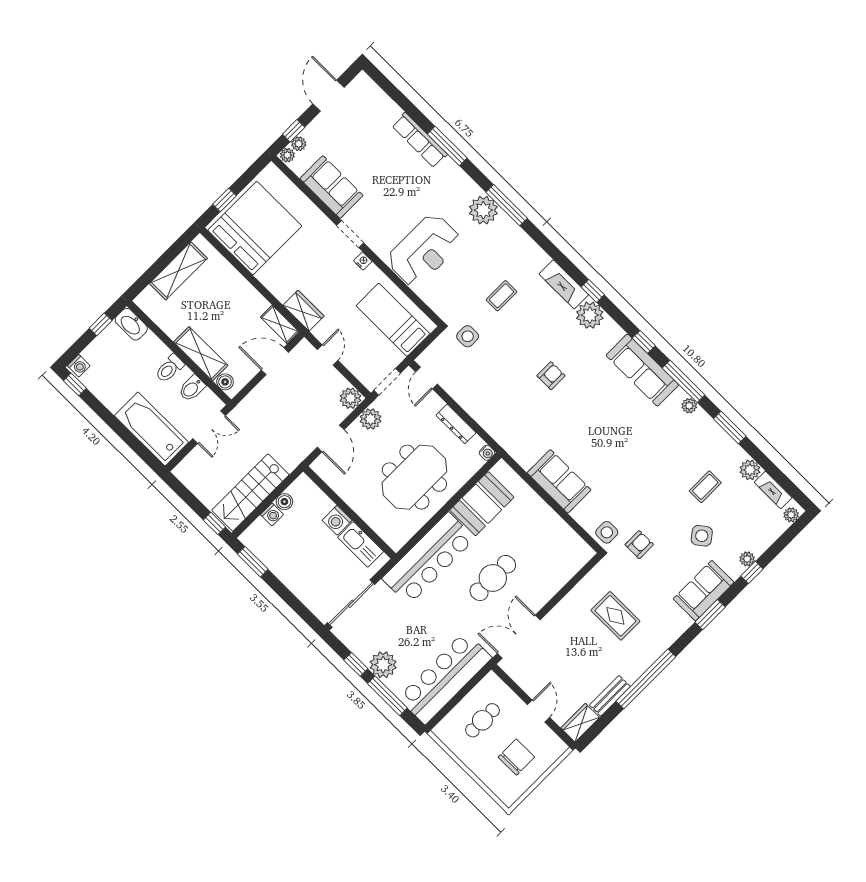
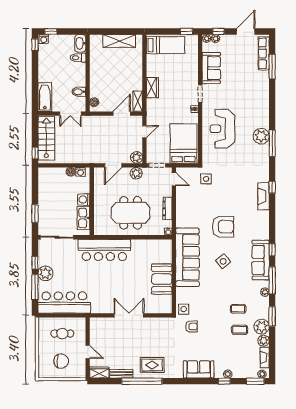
row of seats: (420, 140) -> (264, 53), moved
window: (447, 146) -> (272, 67), moved
window: (224, 200) -> (187, 31), moved
bed: (255, 228) -> (166, 45), width x0.49
reception desk: (424, 250) -> (223, 129), turned 90
window: (593, 291) -> (272, 187), moved
coffee table: (502, 296) -> (238, 309), moved
wardrobe: (304, 311) -> (152, 87), moved
plant: (590, 315) -> (262, 327), moved
bed: (393, 320) -> (183, 143), width x1.50
window: (101, 324) -> (51, 31), moved
shelving: (201, 354) -> (96, 82), removed
door: (275, 361) -> (122, 114), hinge flipped
toilet: (170, 368) -> (78, 58), moved
armchair: (551, 376) -> (223, 227), width x1.88, depth x1.88
door: (427, 378) -> (174, 179), swing flipped
bathtub: (151, 429) -> (45, 97), width x0.73, depth x0.73
sofa: (559, 481) -> (188, 257), width x1.85, depth x1.27
stairs: (250, 493) -> (46, 138), moved, turned 90
booth: (482, 504) -> (162, 279), moved, turned 90
washing machine: (272, 514) -> (80, 172), moved
side table: (702, 536) -> (223, 261), moved
window: (253, 562) -> (35, 214), moved
cafe table: (493, 578) -> (122, 282), removed
window: (710, 615) -> (255, 381), moved
rug: (615, 616) -> (152, 365), moved, turned 90
double door: (519, 637) -> (129, 315), moved
door: (539, 711) -> (88, 352), hinge flipped

